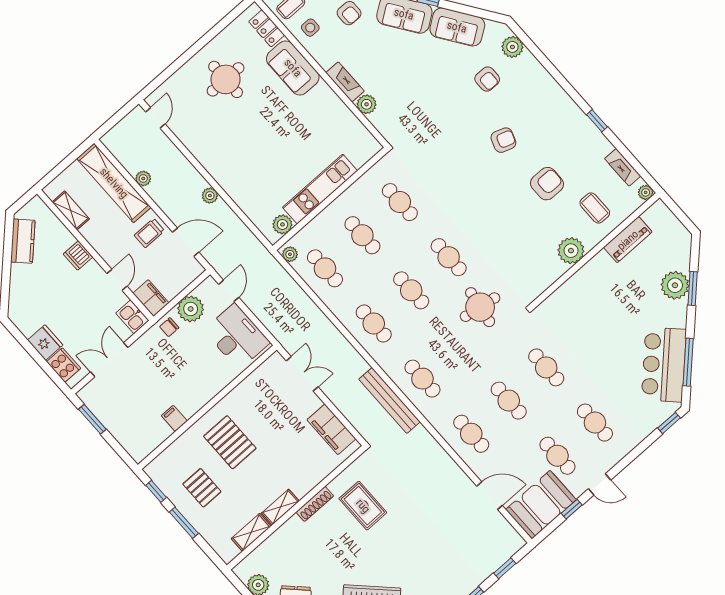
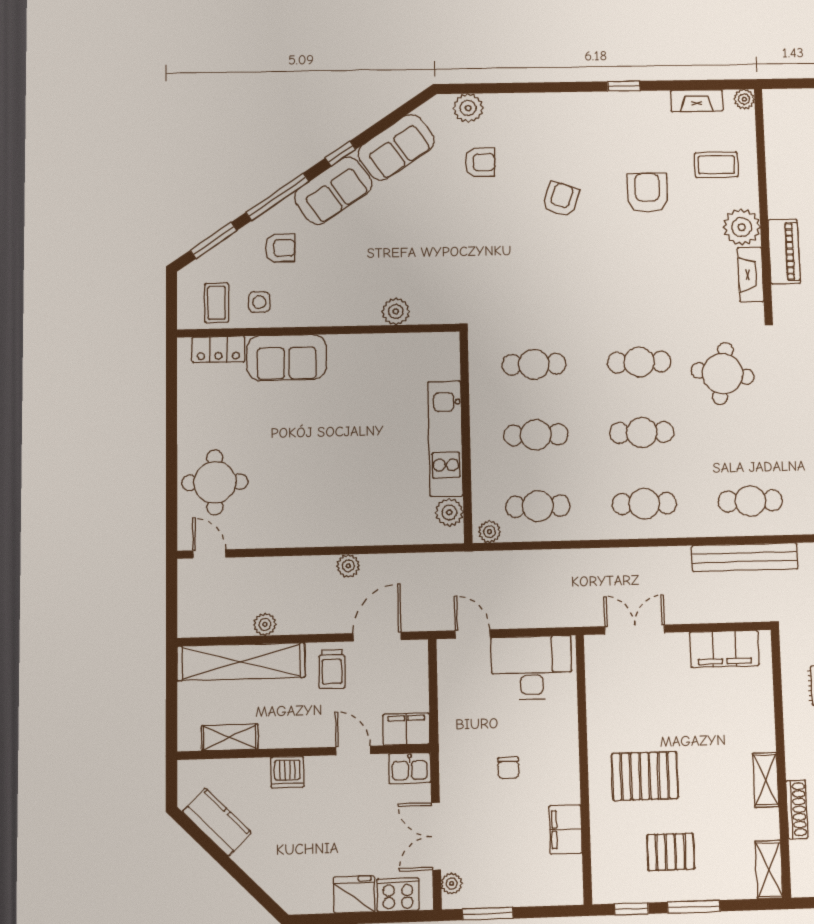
round table: (226, 79) -> (215, 482), moved
fireplace: (345, 82) -> (751, 274), moved, turned -90
piano: (628, 240) -> (784, 252), moved
plant: (191, 309) -> (452, 884), moved, width x0.53, depth x0.53
chair: (169, 327) -> (508, 768), moved
filing cabinet: (174, 418) -> (566, 829), width x2.00
shoe rack: (315, 504) -> (797, 809), moved
shelving: (251, 532) -> (769, 870), moved

